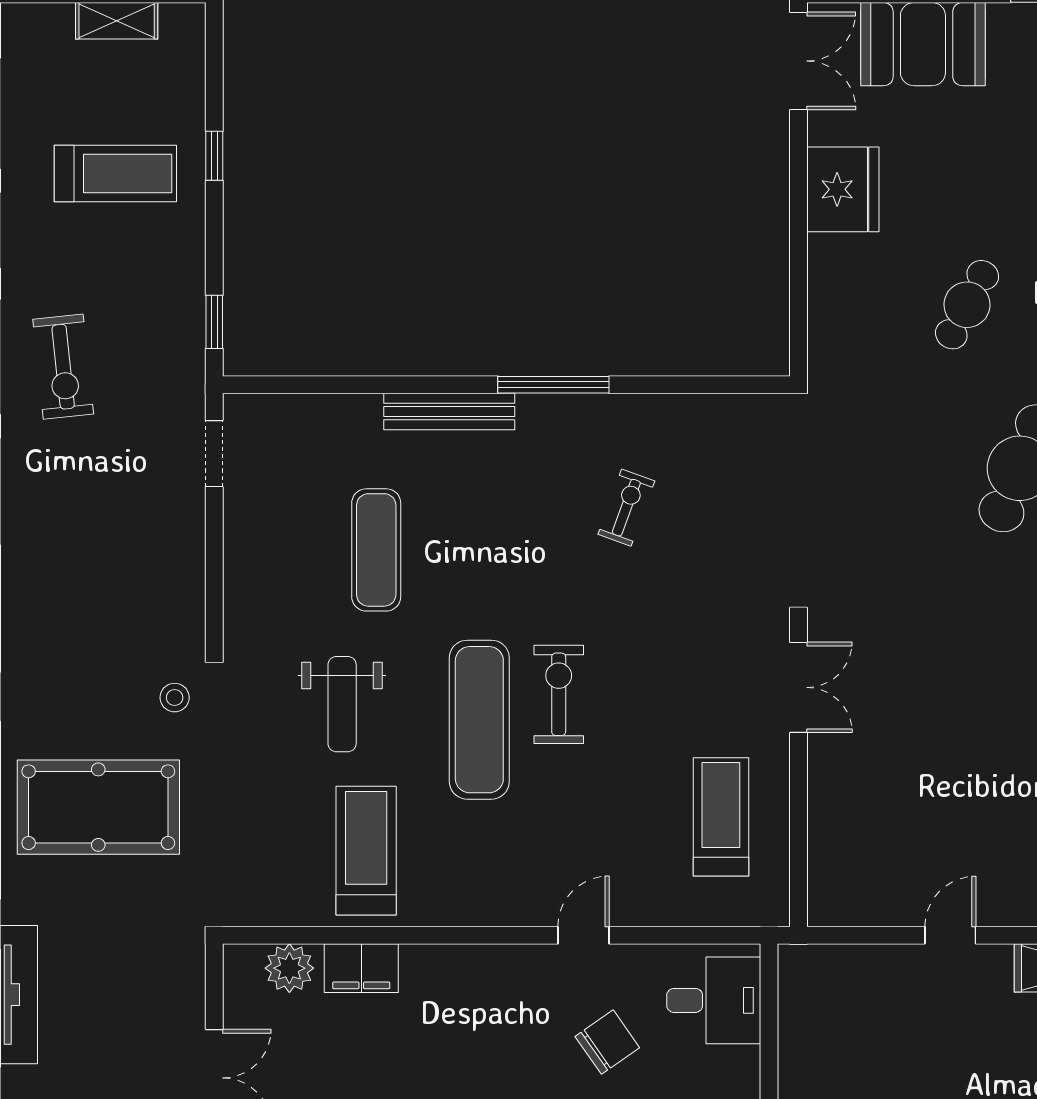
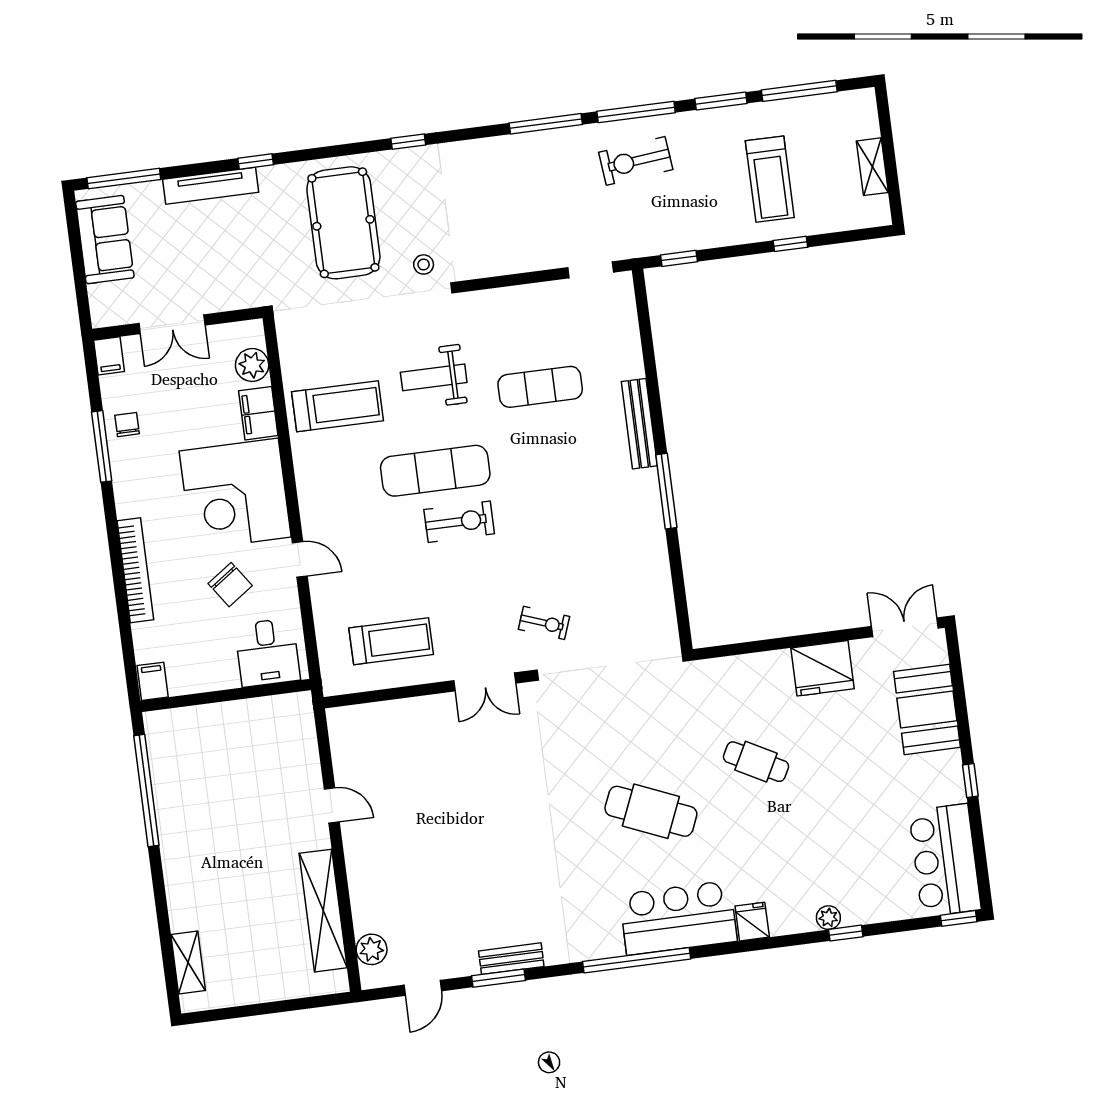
double door: (798, 61) -> (905, 627), swing flipped
exercise bike: (626, 508) -> (544, 623), moved
corner desk: (475, 1018) -> (235, 494), added

